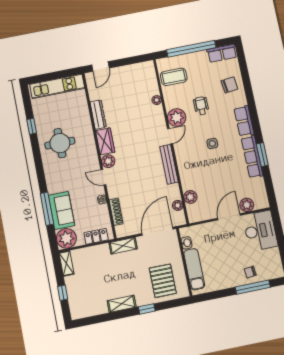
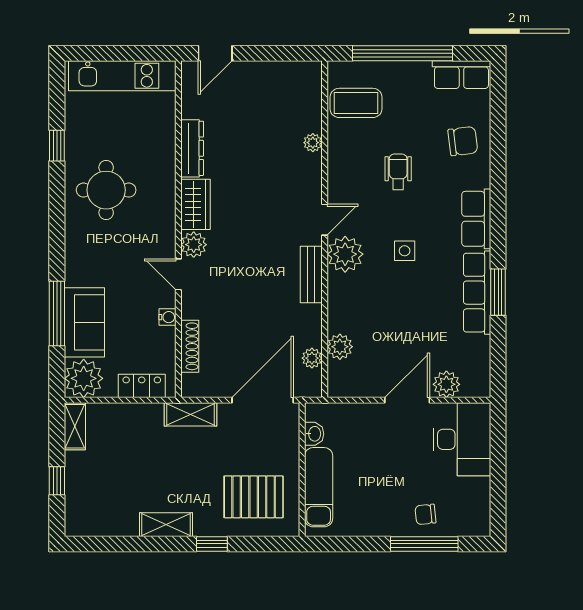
plant: (177, 118) -> (345, 254), moved
bench: (169, 164) -> (311, 275), width x0.73
pallet: (163, 281) -> (254, 497), turned 90

